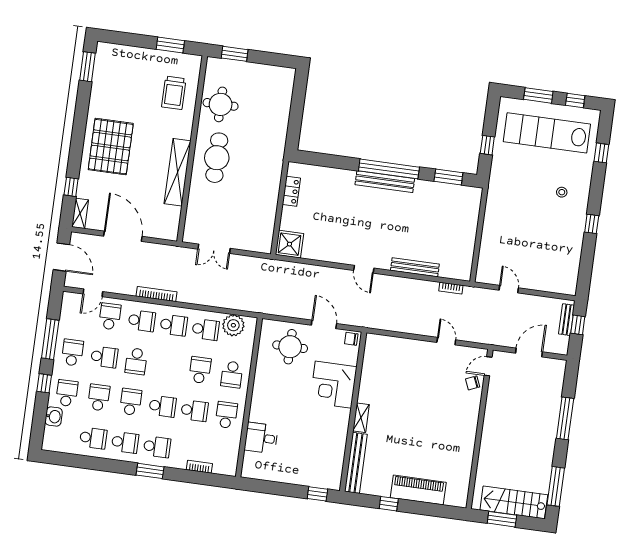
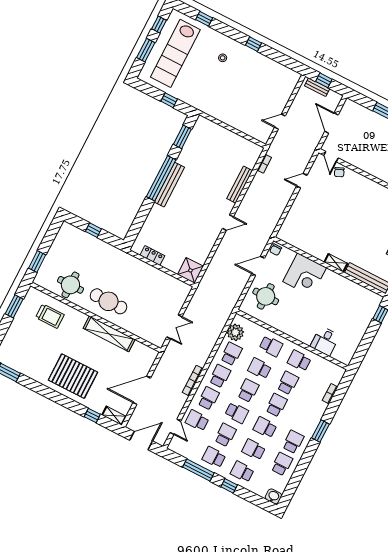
window: (297, 109) -> (93, 230), added
washbasin: (54, 417) -> (273, 496), moved
school desk: (157, 447) -> (248, 391), moved

